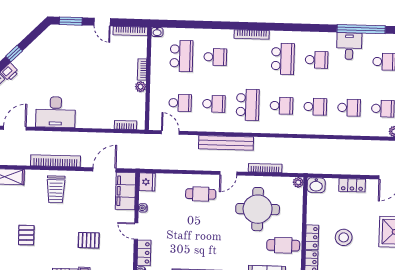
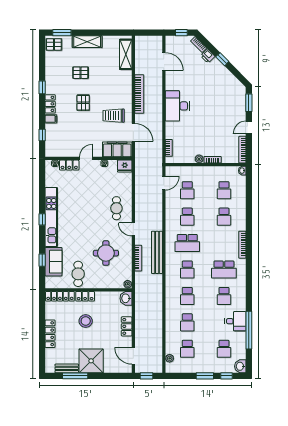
school desk: (181, 56) -> (224, 190), width x0.54
desk: (56, 112) -> (177, 106), moved
bench: (226, 143) -> (157, 252), moved
trolley: (56, 189) -> (114, 116), moved
round table: (258, 209) -> (106, 253), width x0.73, depth x0.73
pallet: (89, 240) -> (83, 103), moved

